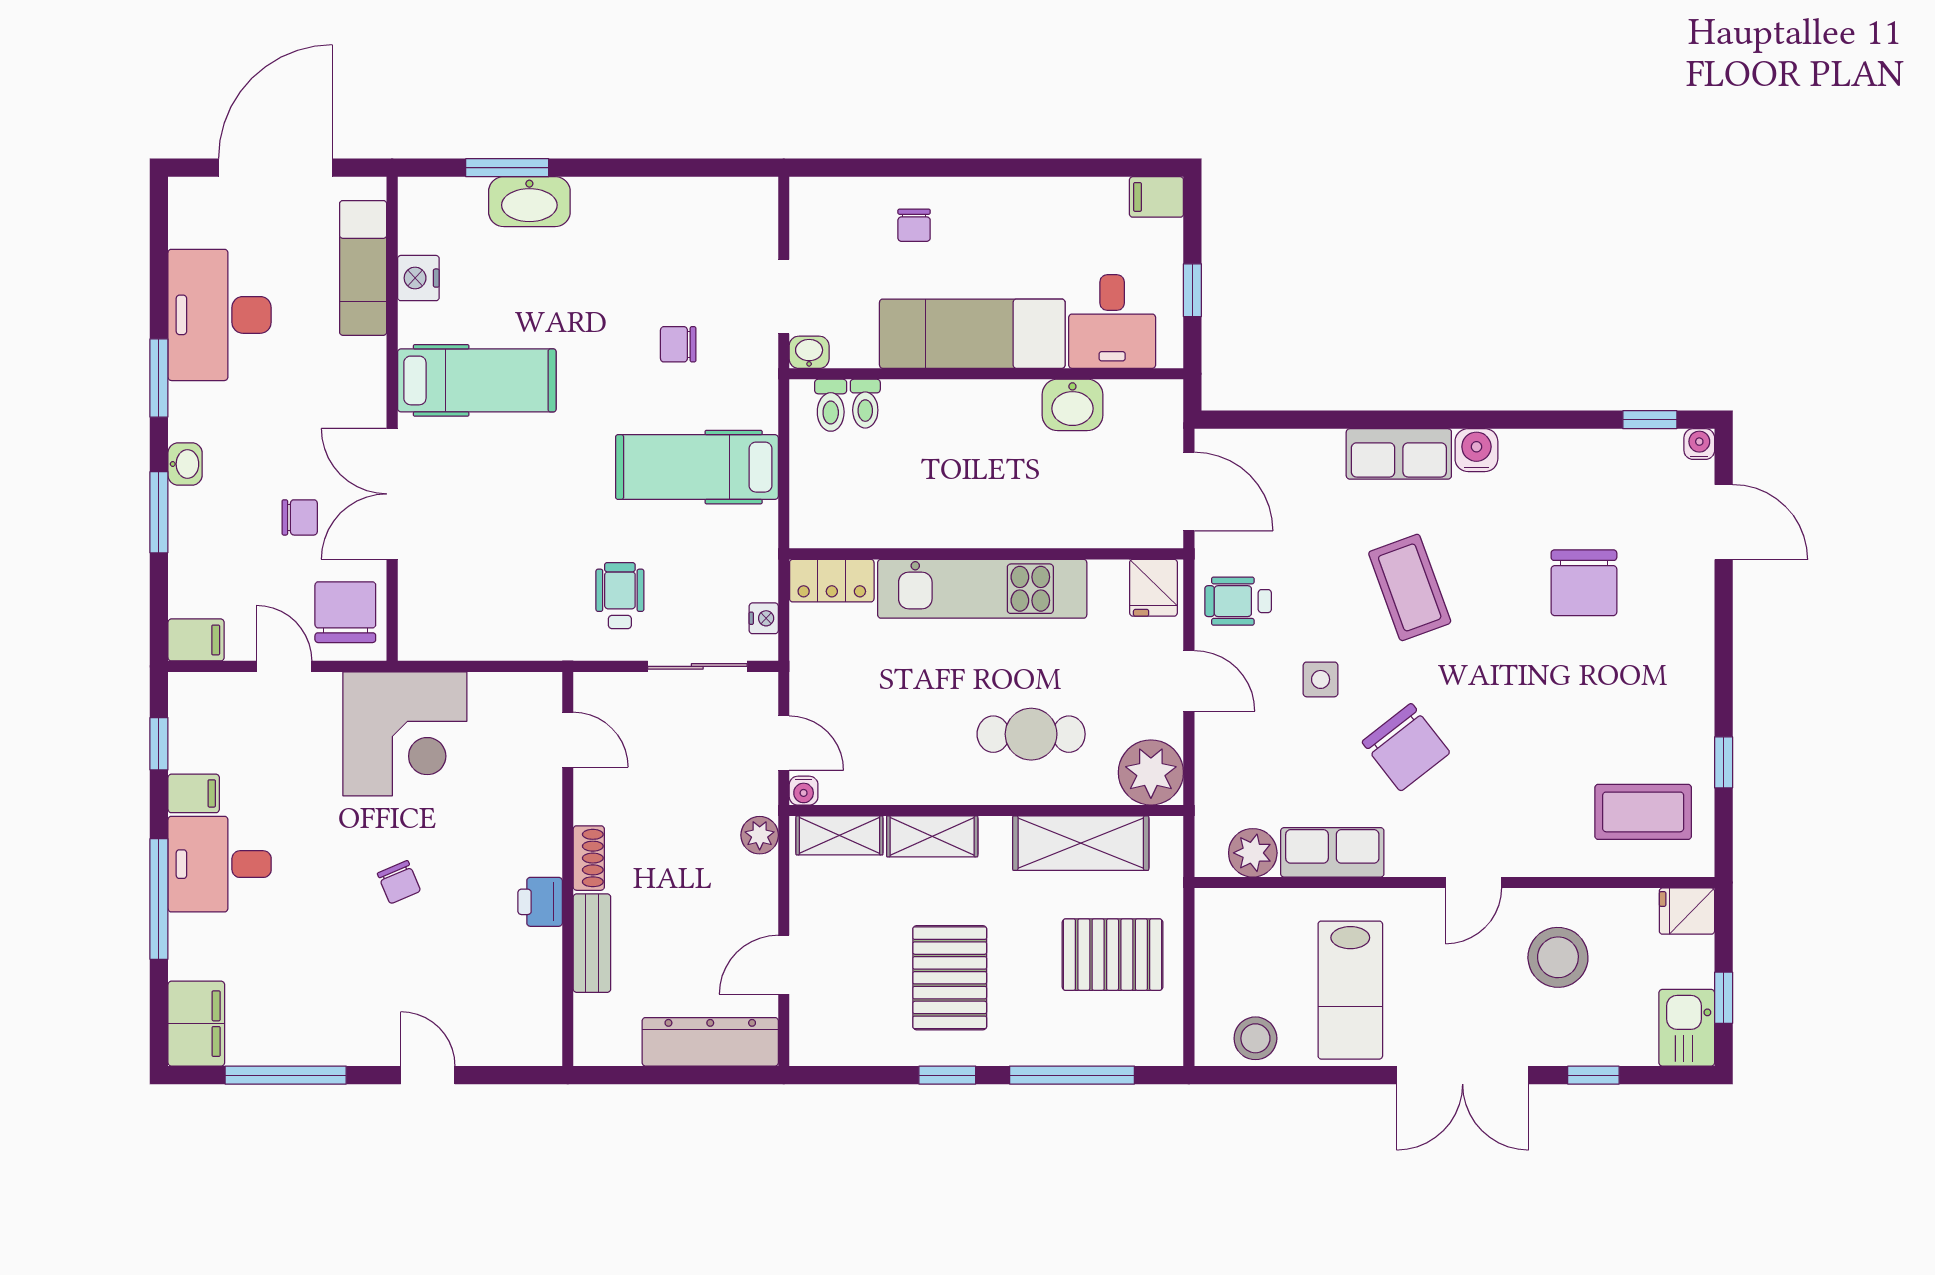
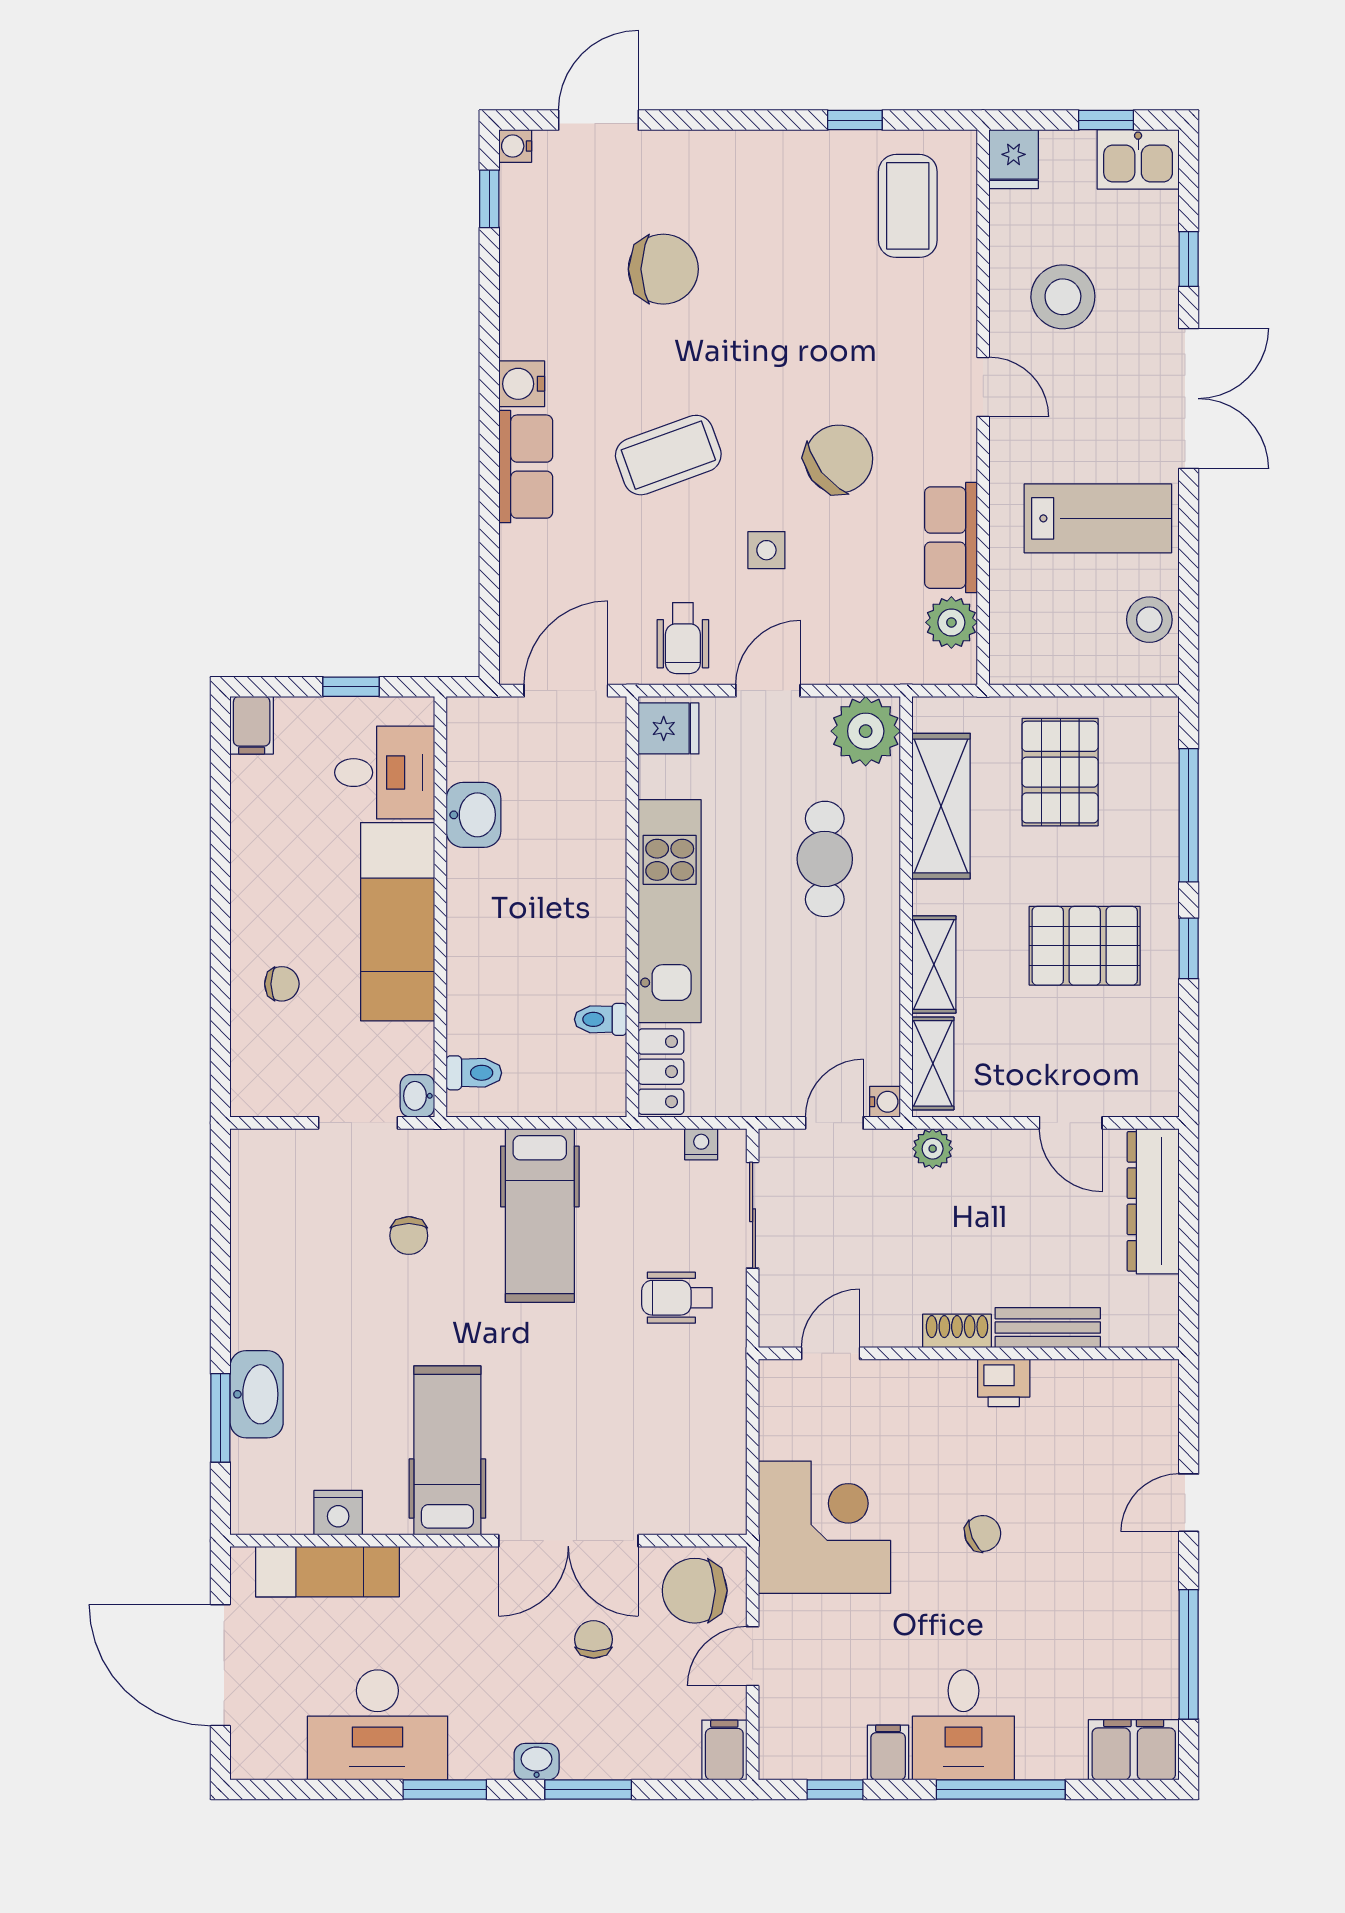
toilet: (865, 404) -> (601, 1019), moved, turned 180

